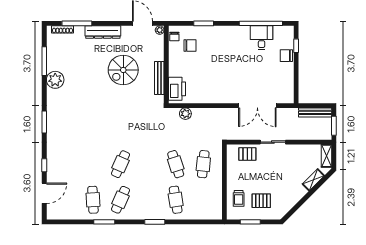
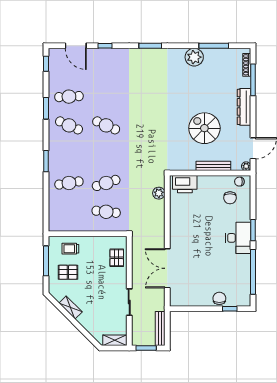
window: (204, 23) -> (253, 230), moved
desk: (262, 38) -> (238, 238), moved, width x1.37
bench: (159, 78) -> (213, 166), moved
sliding door: (273, 142) -> (129, 302), moved
shelving: (313, 180) -> (71, 307), moved
pallet: (261, 201) -> (68, 272), turned 90
window: (61, 222) -> (46, 64), added
window: (250, 222) -> (46, 261), width x1.44

